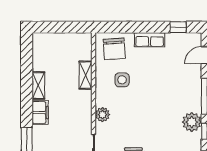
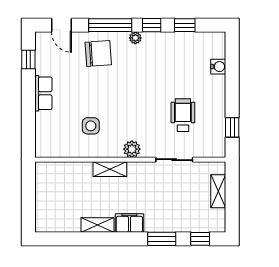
chair: (114, 49) -> (98, 53), moved
shelving: (86, 75) -> (110, 169), moved
plant: (192, 122) -> (135, 38), width x0.53, depth x0.53

